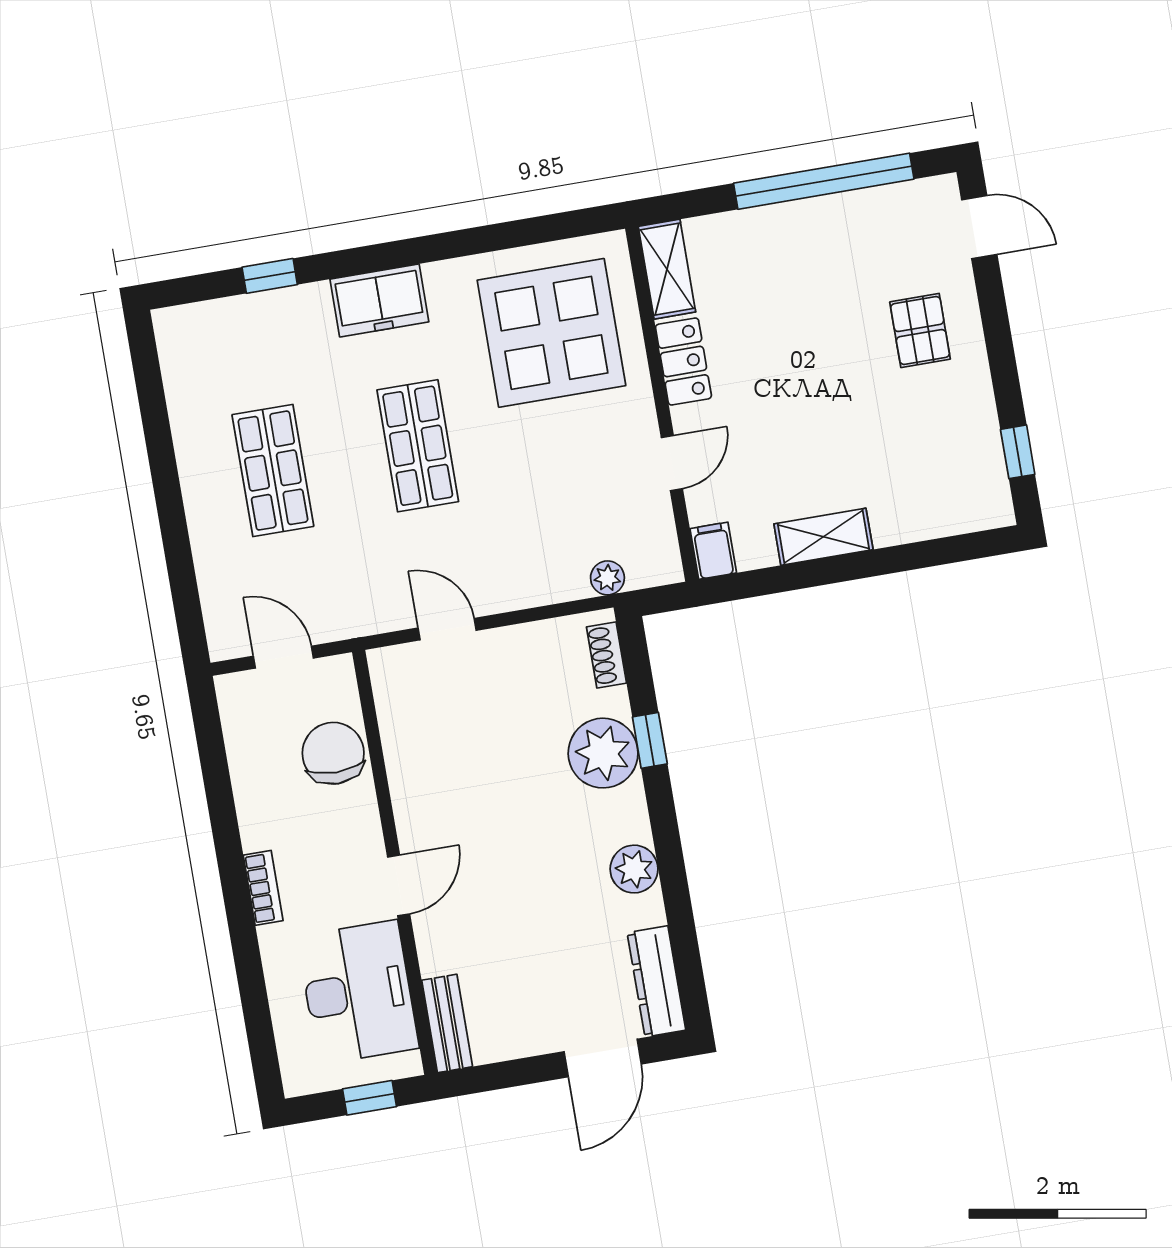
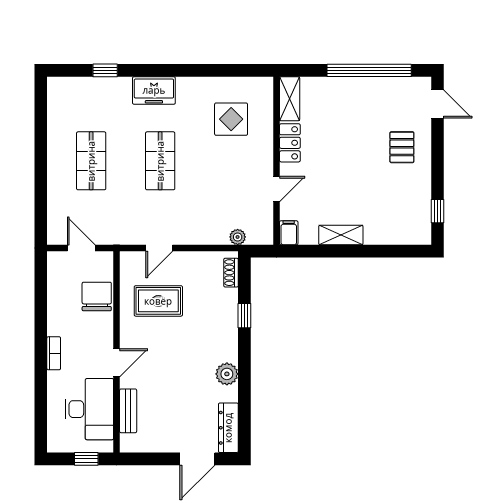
display table: (551, 333) -> (231, 119), width x0.54, depth x0.54
door: (447, 629) -> (159, 248), swing flipped
rug: (464, 741) -> (158, 301), added
plant: (603, 753) -> (222, 318), removed
bench: (447, 1023) -> (128, 411), moved

